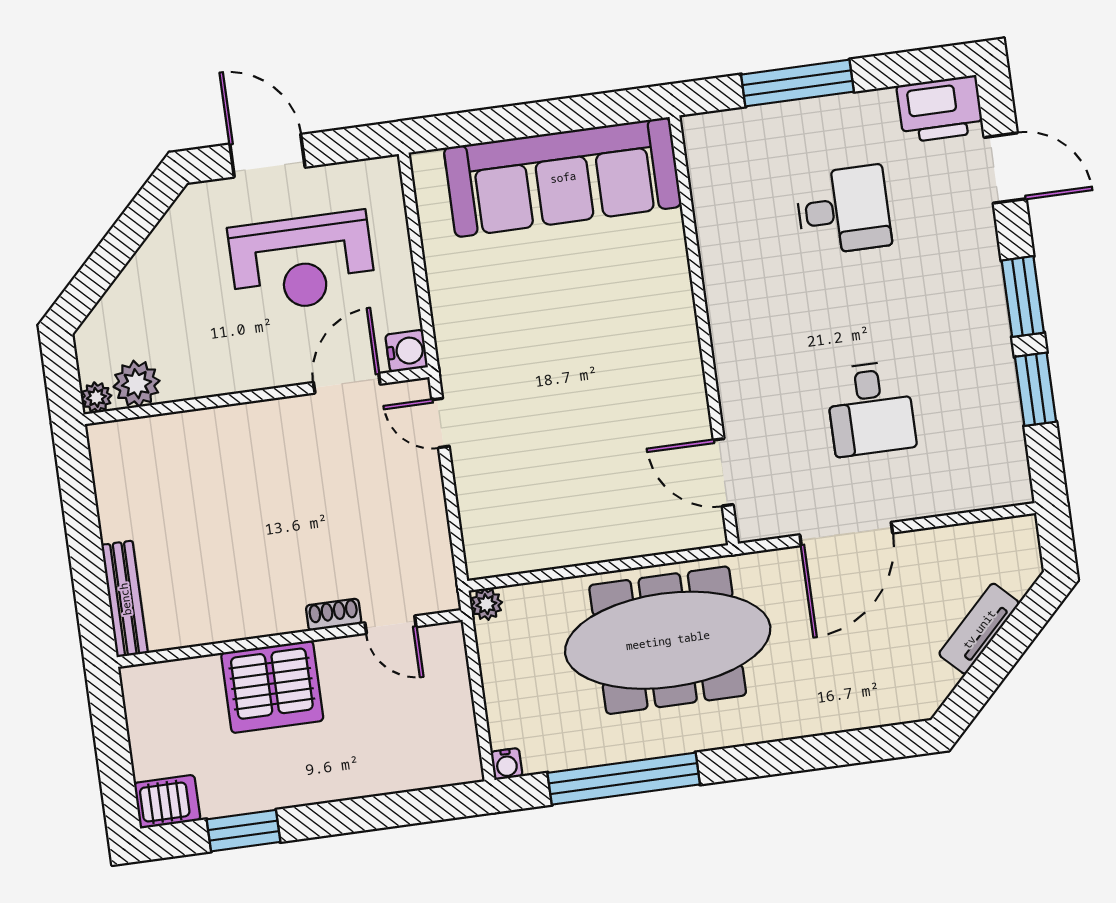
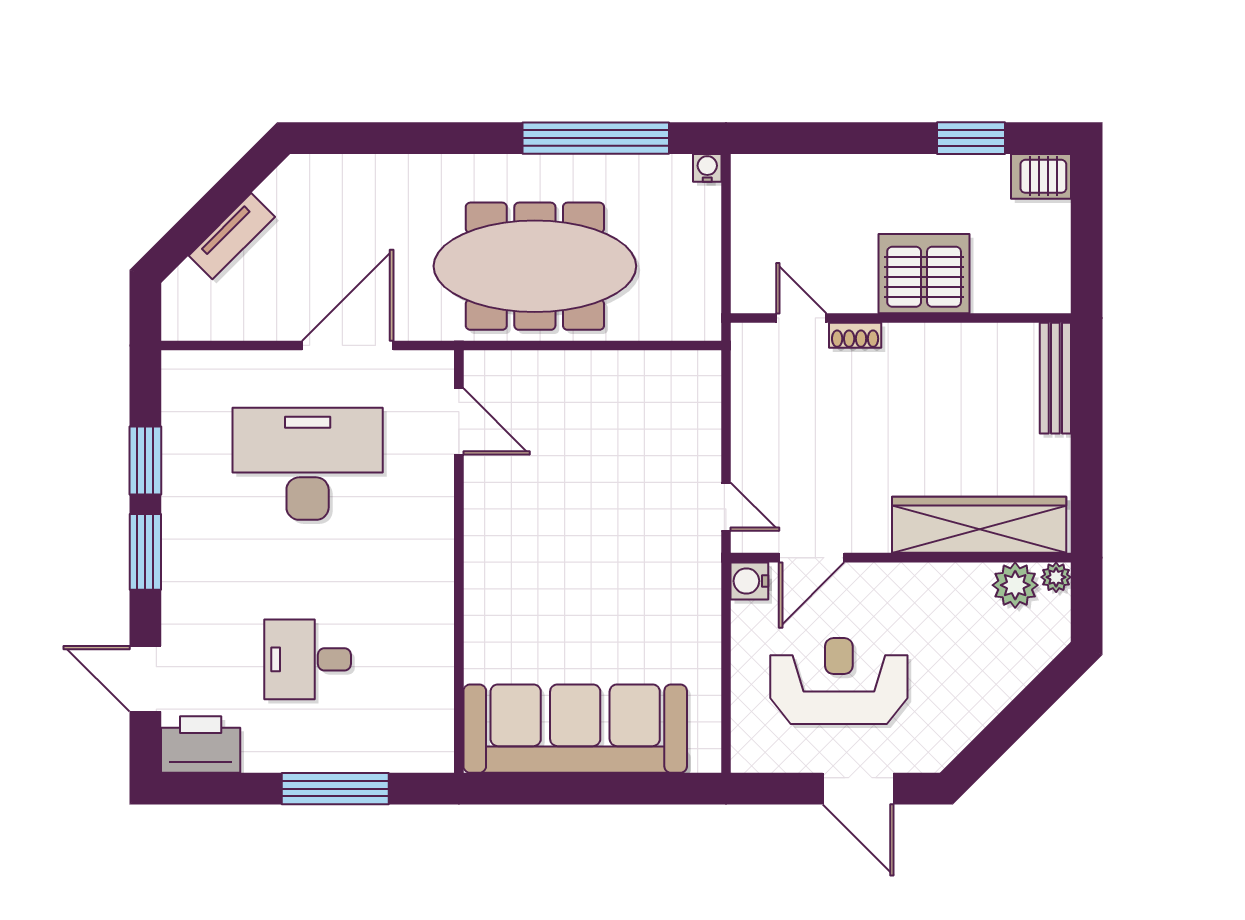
desk: (871, 408) -> (308, 464), width x1.87, depth x1.30
wardrobe: (181, 440) -> (979, 525), added
plant: (486, 604) -> (706, 325), removed

